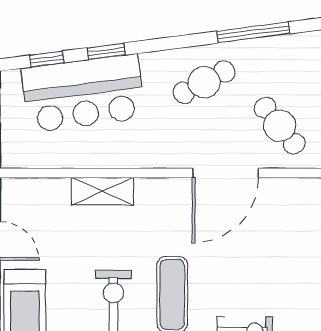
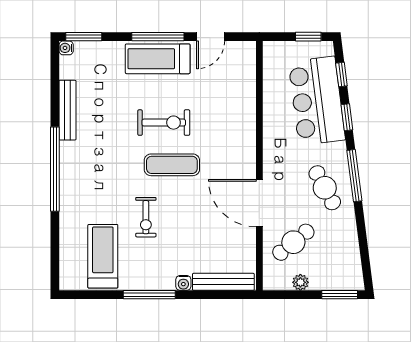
window: (253, 32) -> (354, 176), moved
shelving: (102, 191) -> (246, 115), removed

